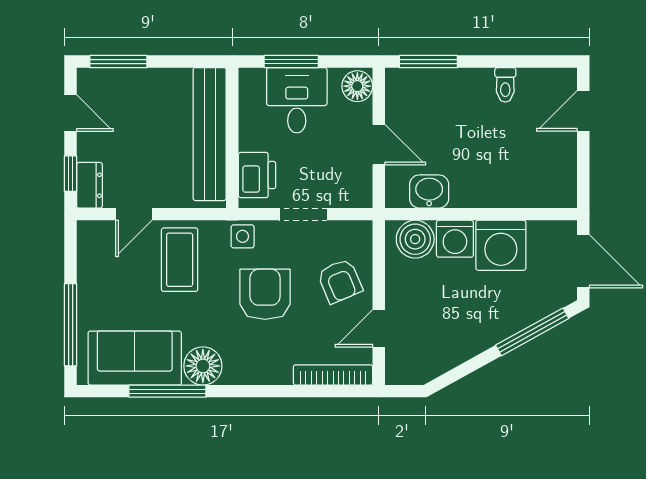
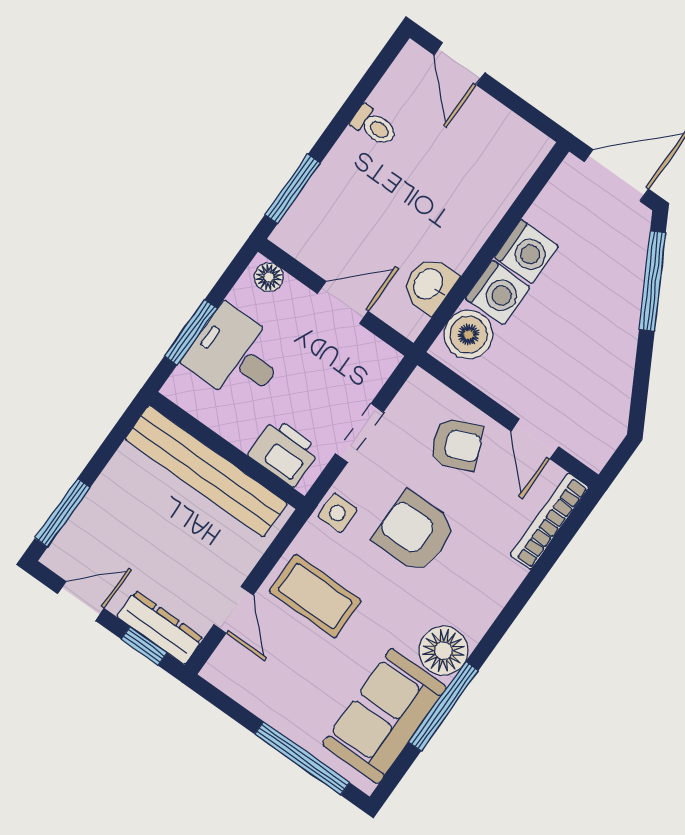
floor lamp: (357, 86) -> (269, 277), width x0.73, depth x0.73
dresser: (89, 185) -> (160, 627), width x1.44
washing machine: (501, 245) -> (526, 252), width x0.73, depth x0.73

